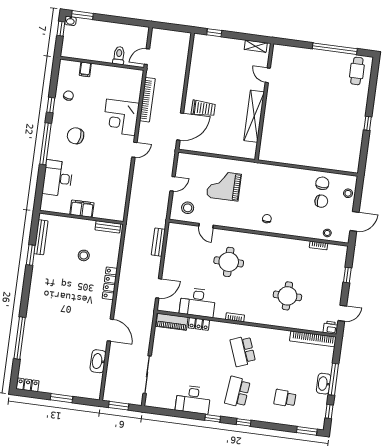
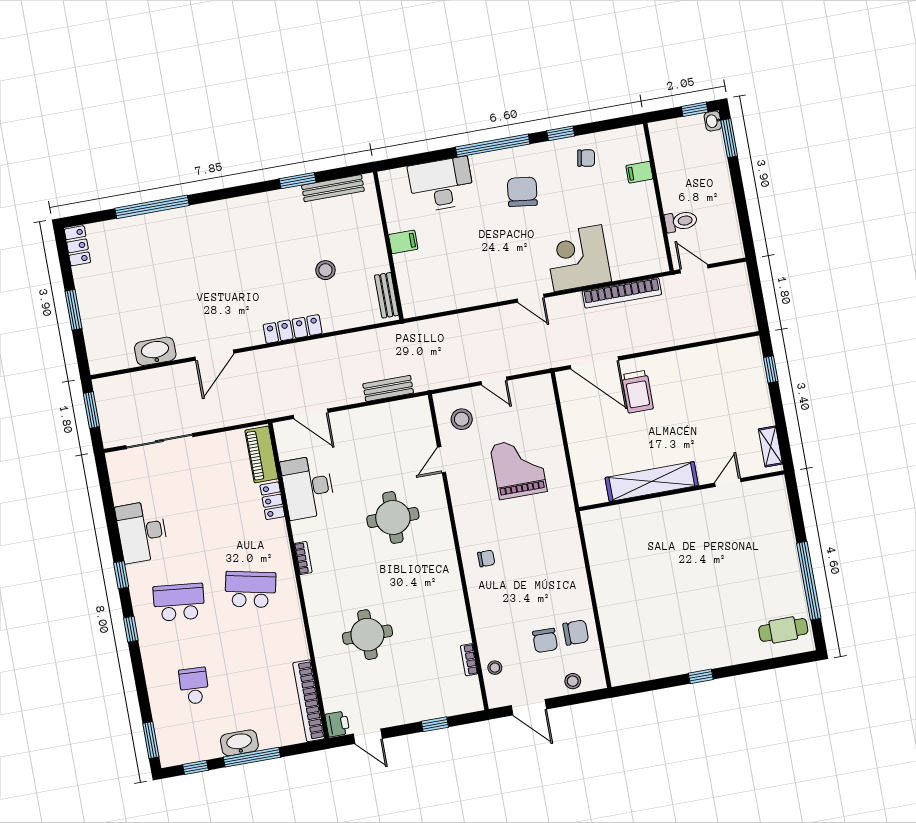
filing cabinet: (82, 209) -> (403, 242), width x0.50
school desk: (243, 351) -> (250, 589), turned 33

